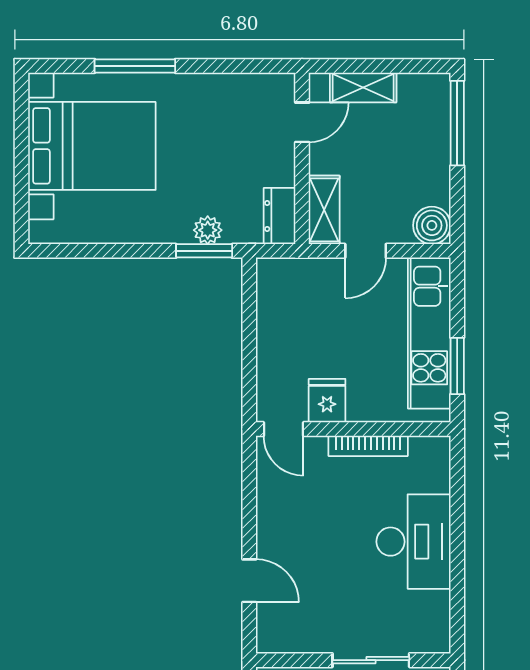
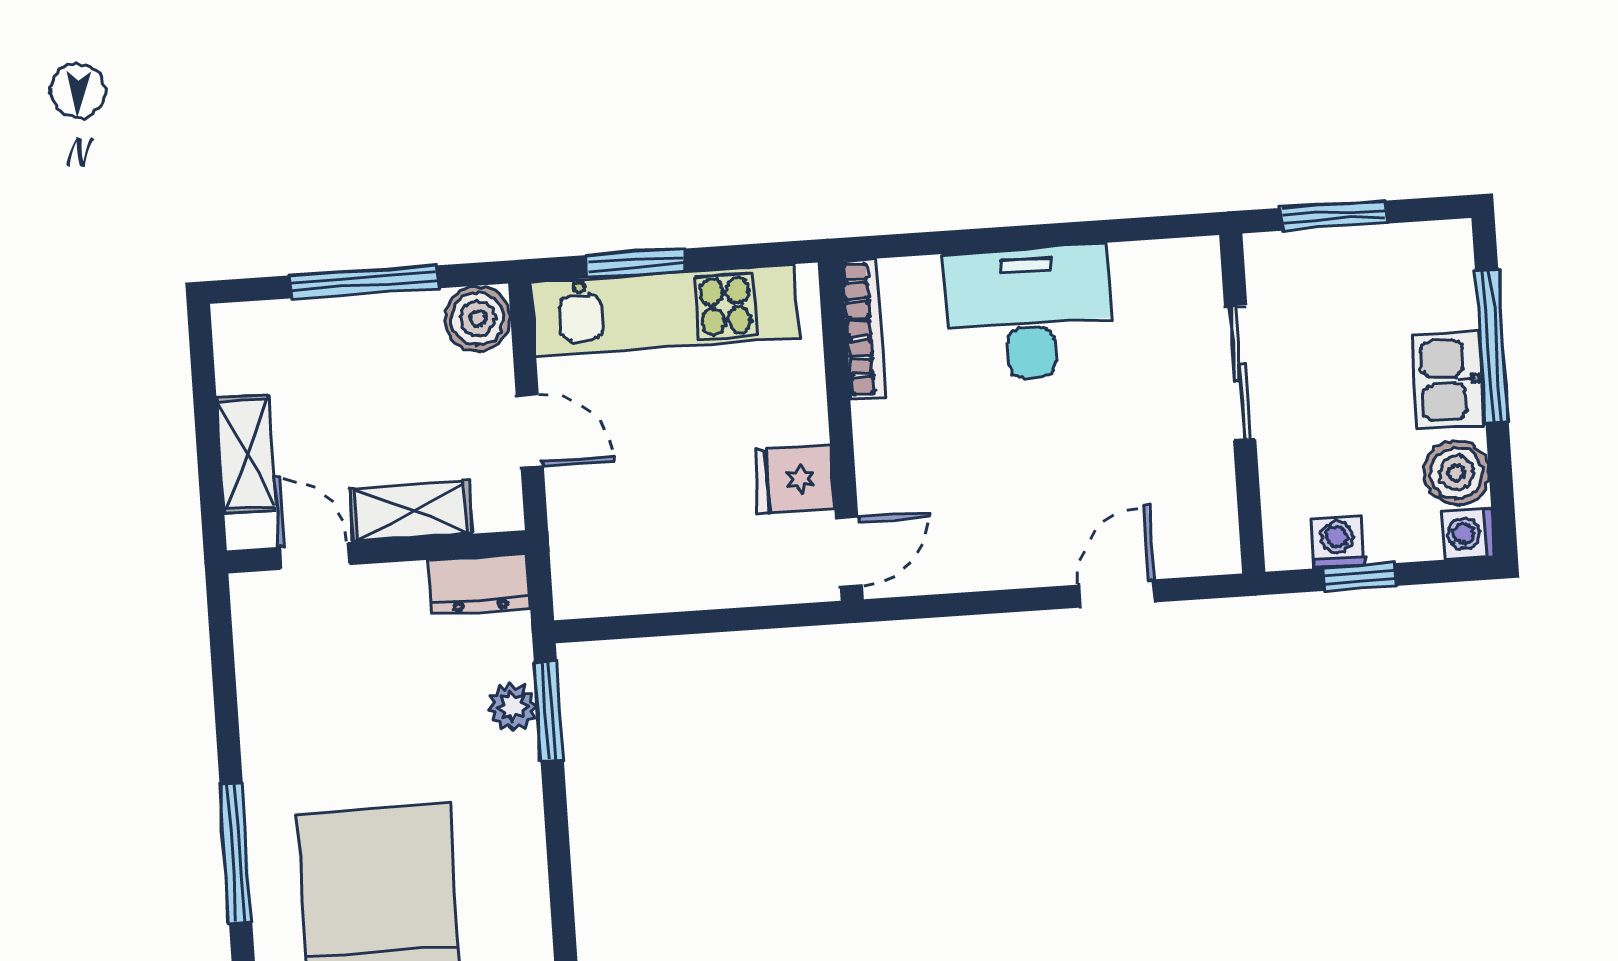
window: (457, 123) -> (364, 282), moved
shelving: (324, 210) -> (411, 511), moved
window: (457, 366) -> (636, 263), moved
bookcase: (368, 446) -> (863, 329), moved

